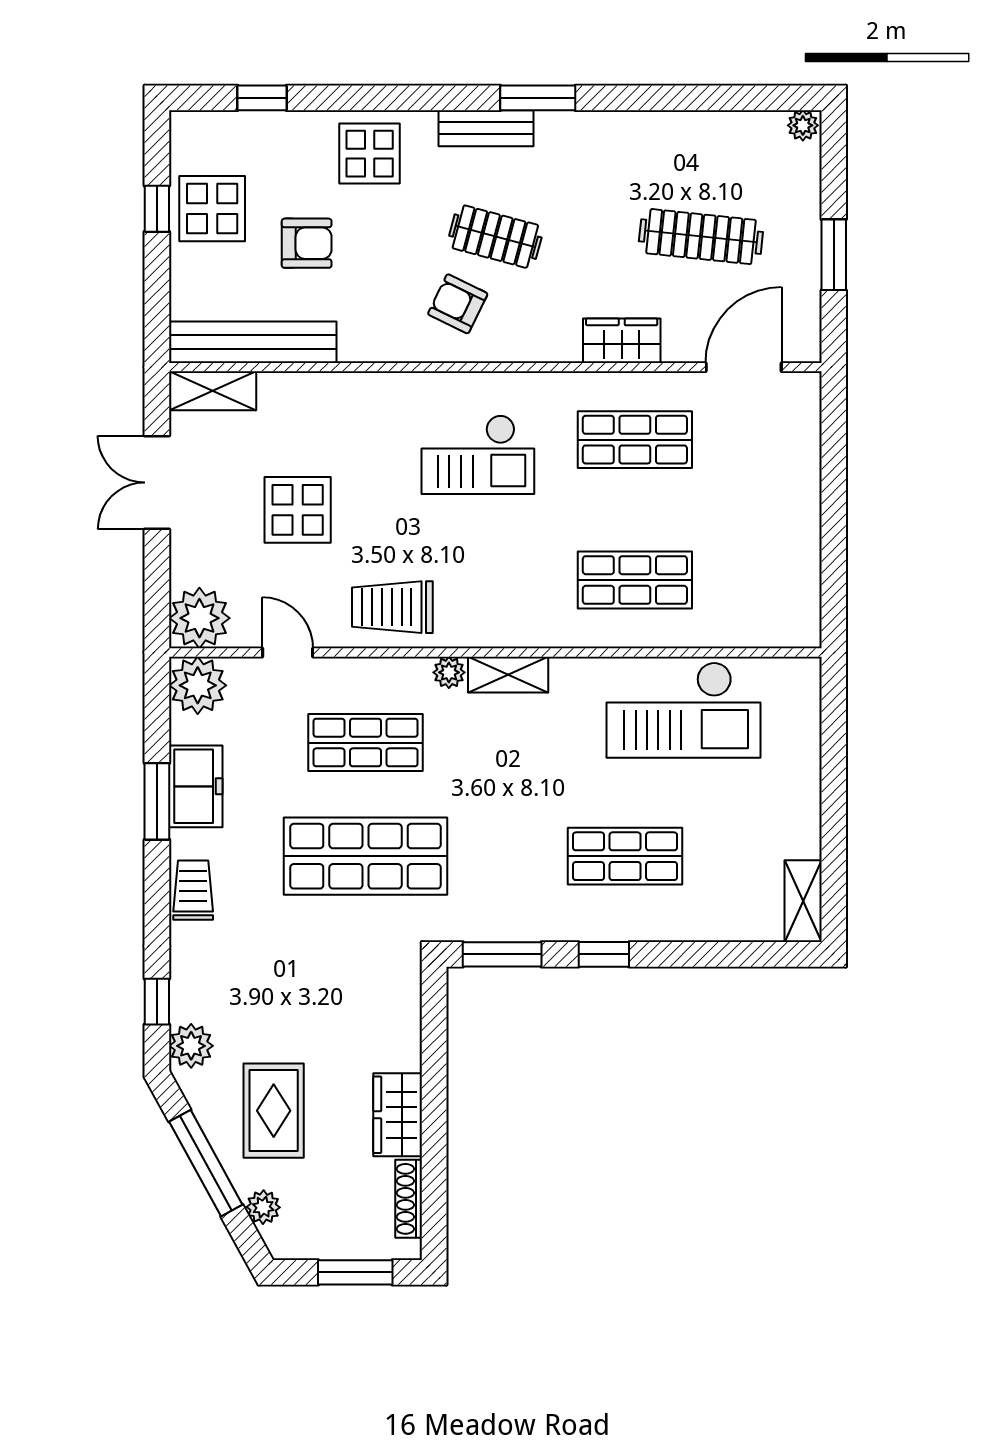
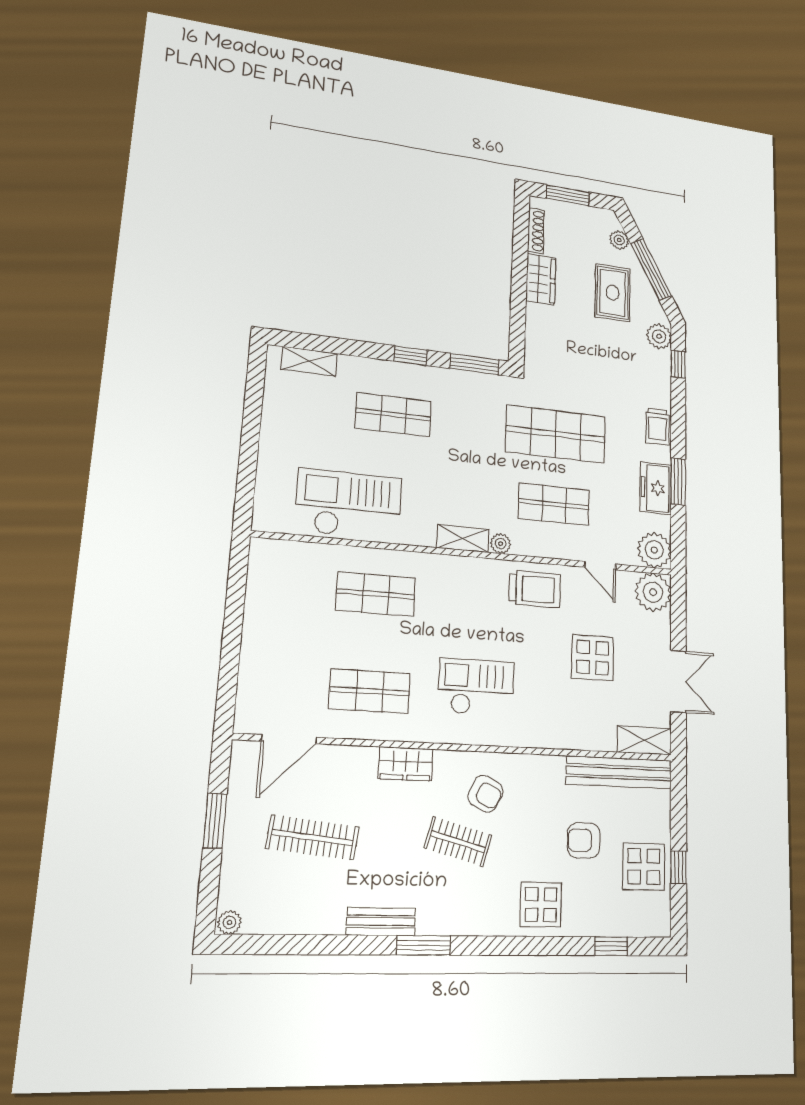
bench: (486, 128) -> (381, 922), moved
wardrobe: (622, 341) -> (406, 764), moved
shelving: (803, 901) -> (309, 361), moved, turned 90

